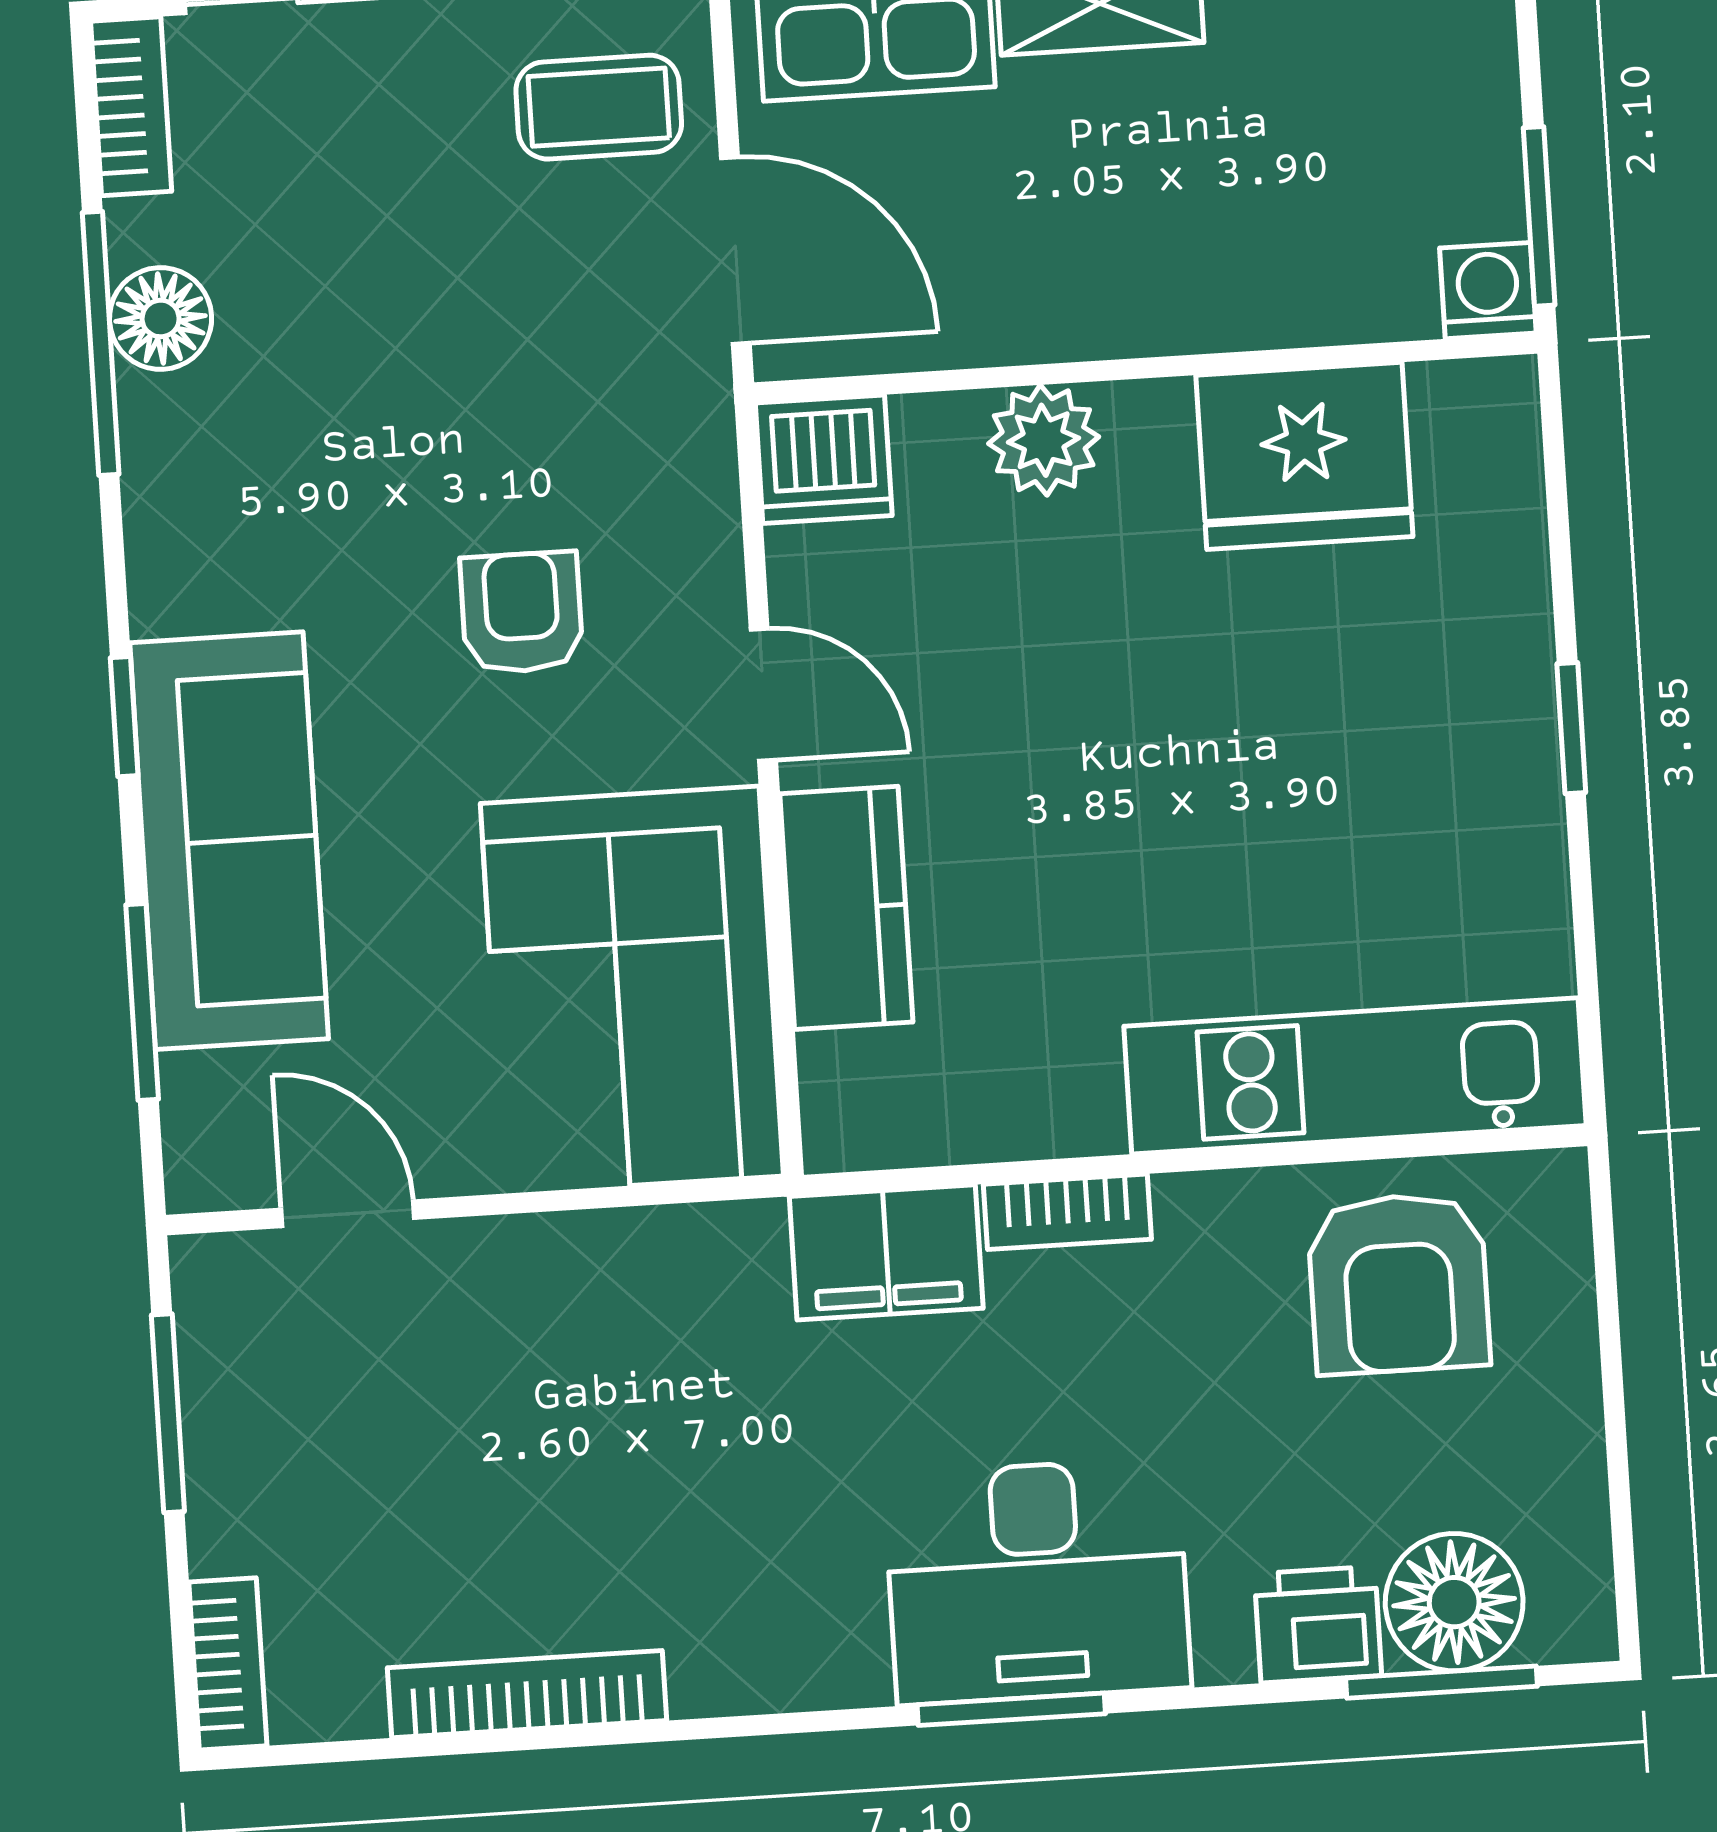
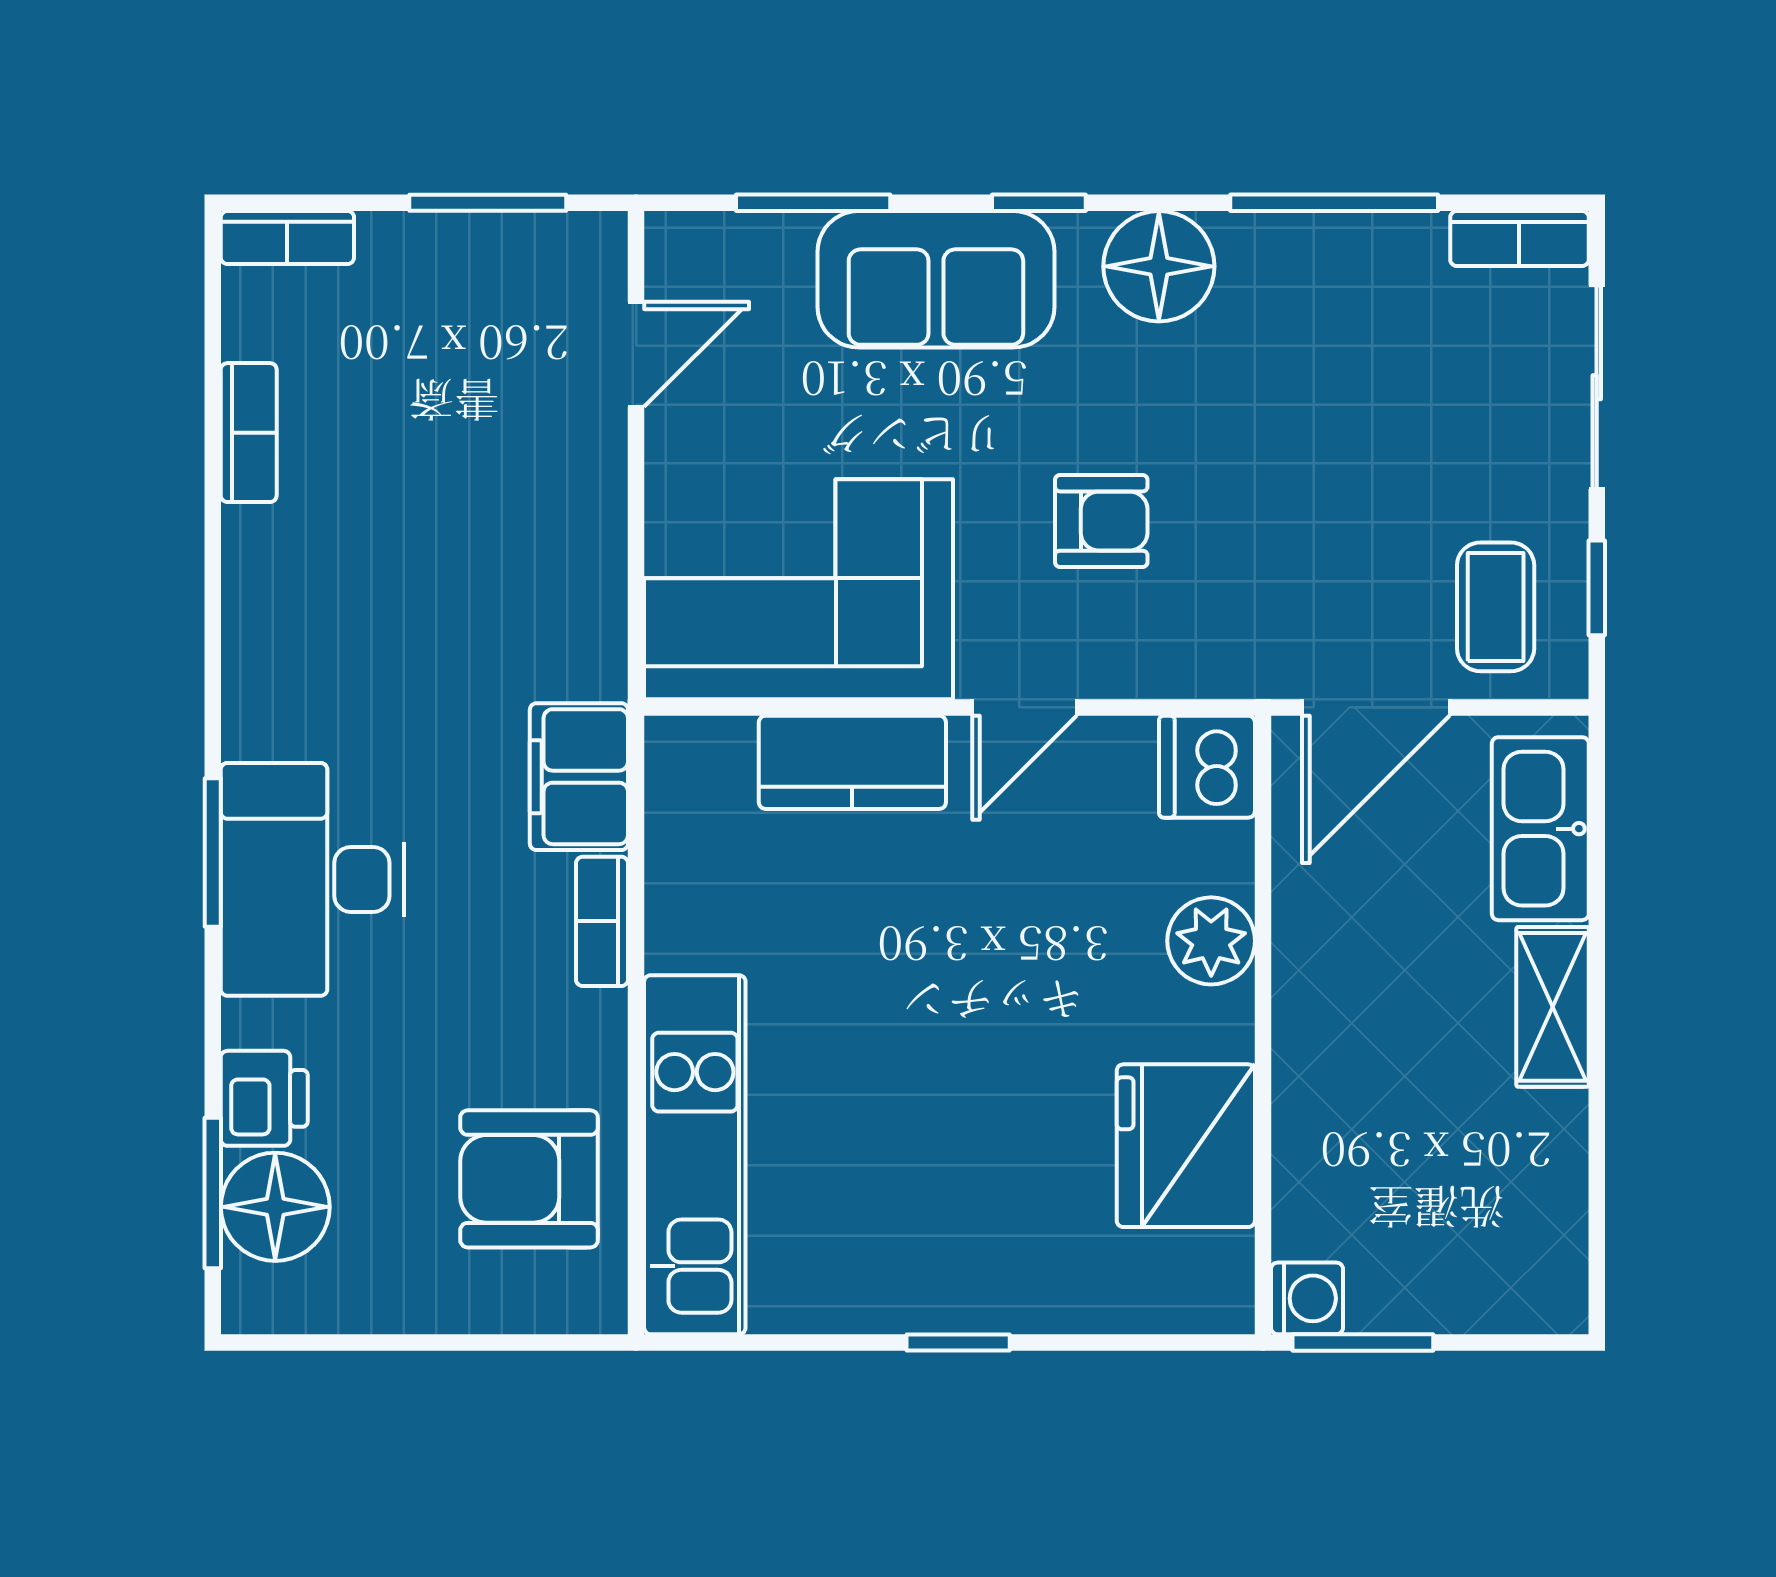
floor lamp: (161, 318) -> (1159, 266), moved, width x1.38, depth x1.38
sofa: (229, 841) -> (936, 279), width x0.73
bookcase: (527, 1694) -> (249, 433), width x0.64

